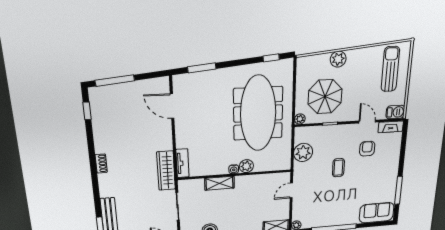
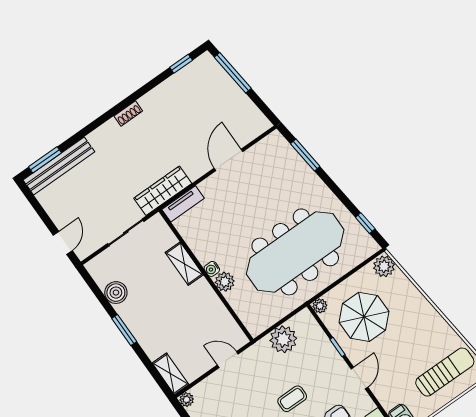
plant: (338, 59) -> (384, 266), moved
door: (172, 106) -> (228, 160), moved
door: (367, 122) -> (359, 378), moved

